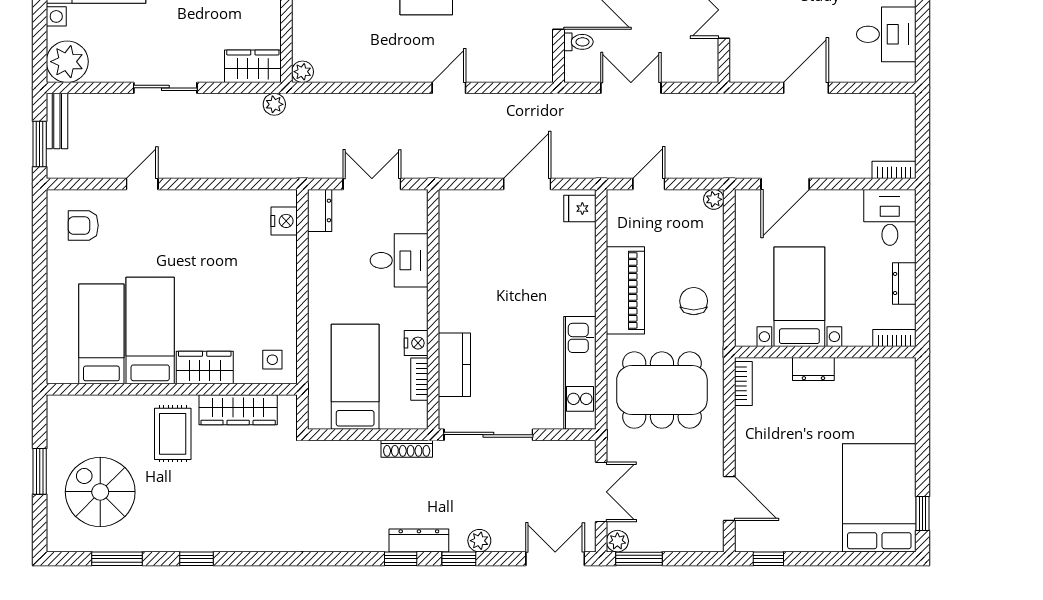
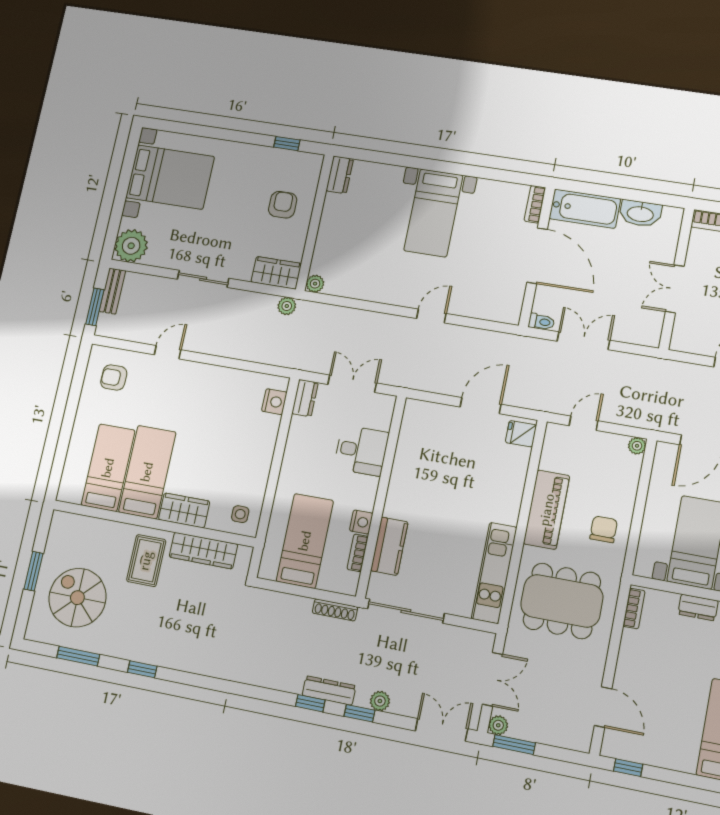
toilet: (578, 42) -> (541, 322), moved

